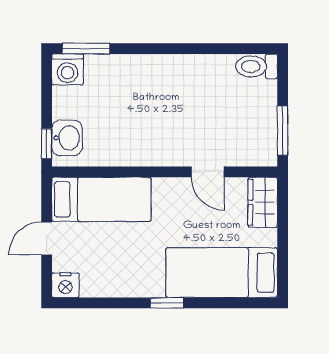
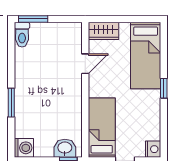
window: (86, 49) -> (11, 103), moved
window: (283, 131) -> (33, 19), moved

